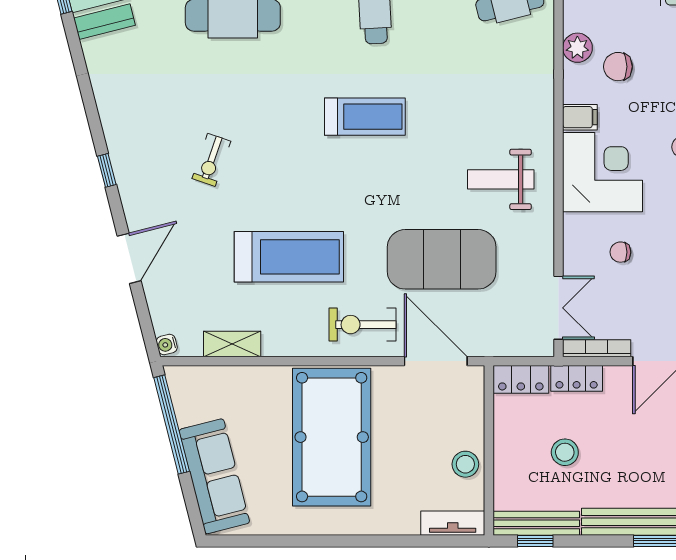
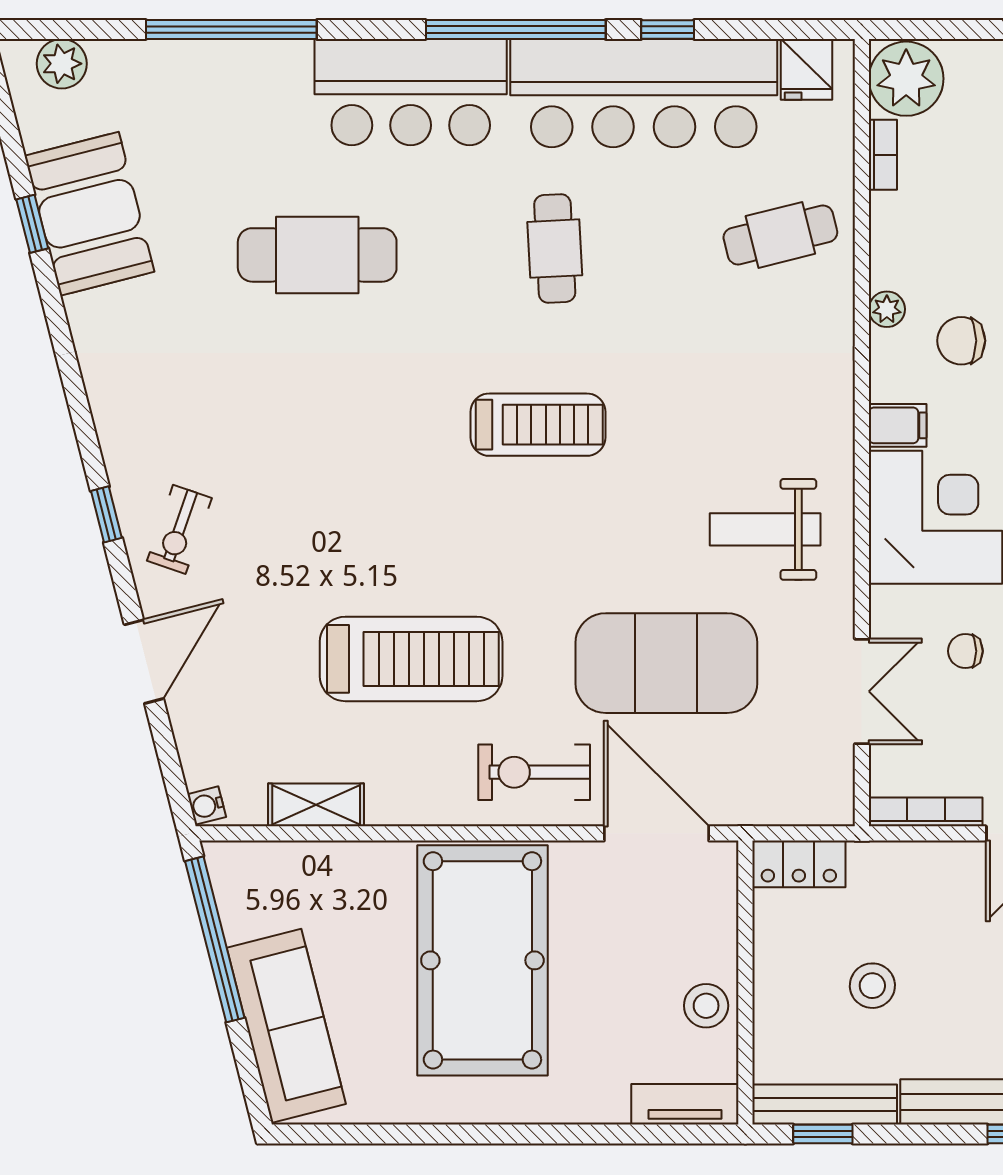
plant: (577, 48) -> (887, 309), width x0.73, depth x0.73
exercise bike: (211, 160) -> (179, 529), moved
double door: (559, 308) -> (862, 691), moved
locker: (577, 378) -> (892, 862), removed

